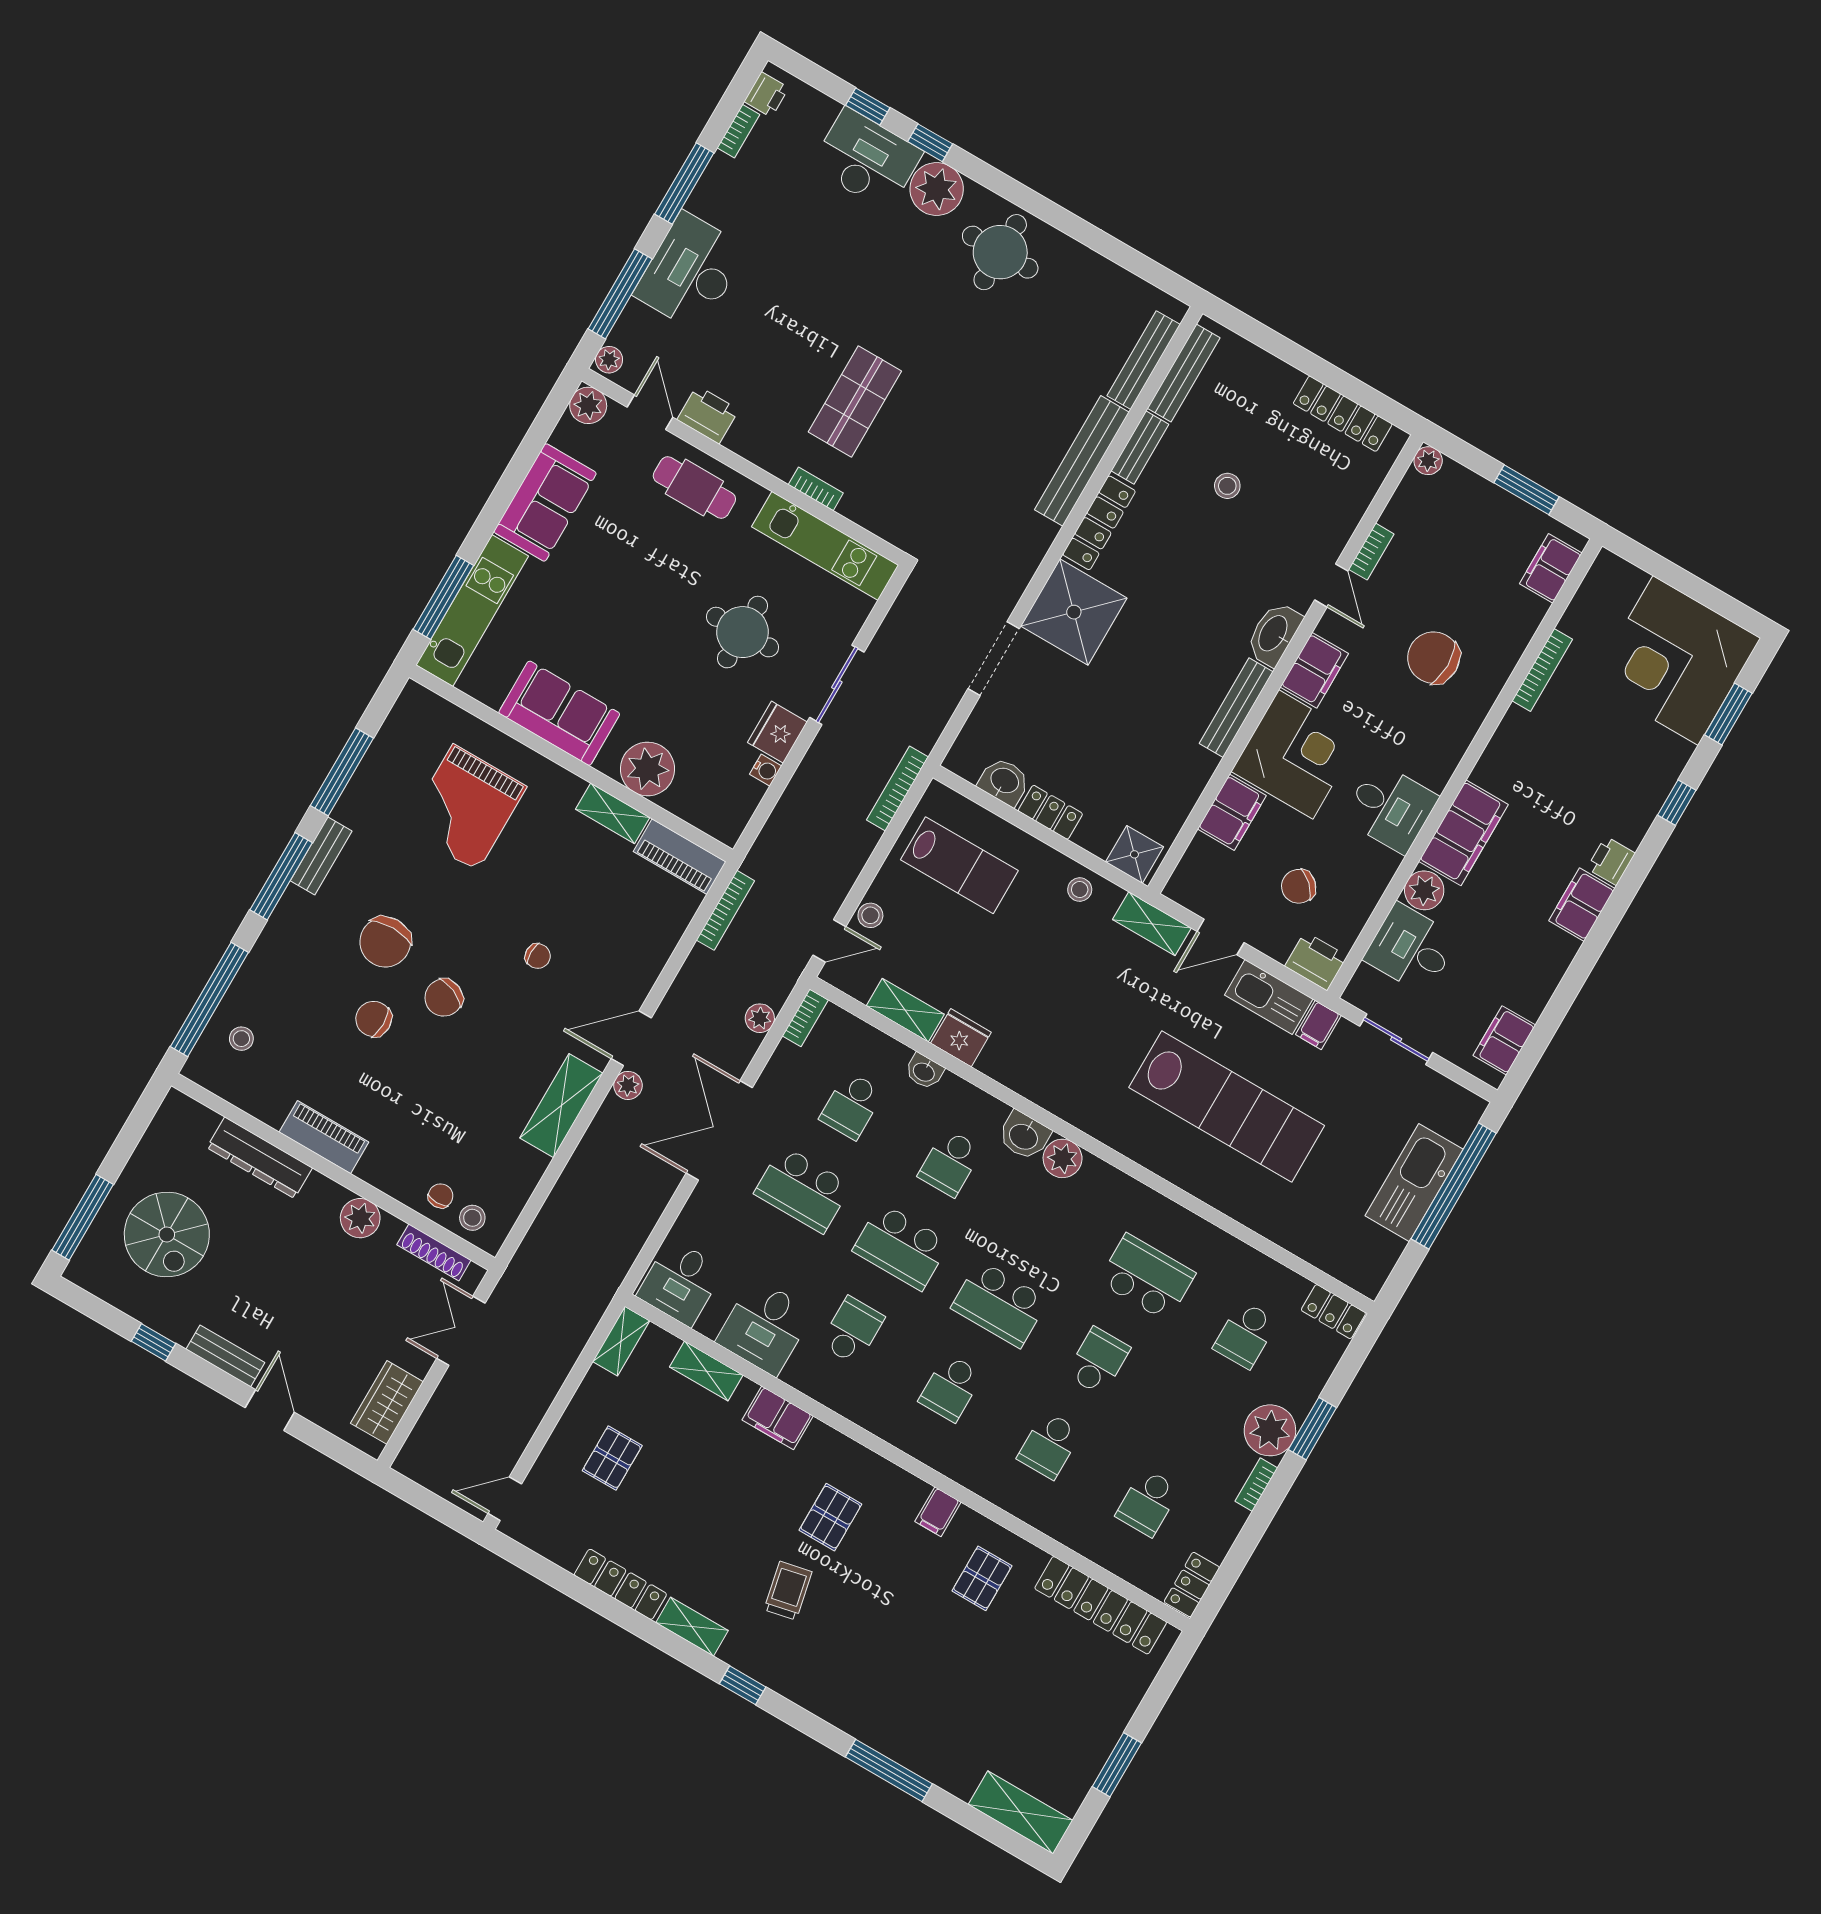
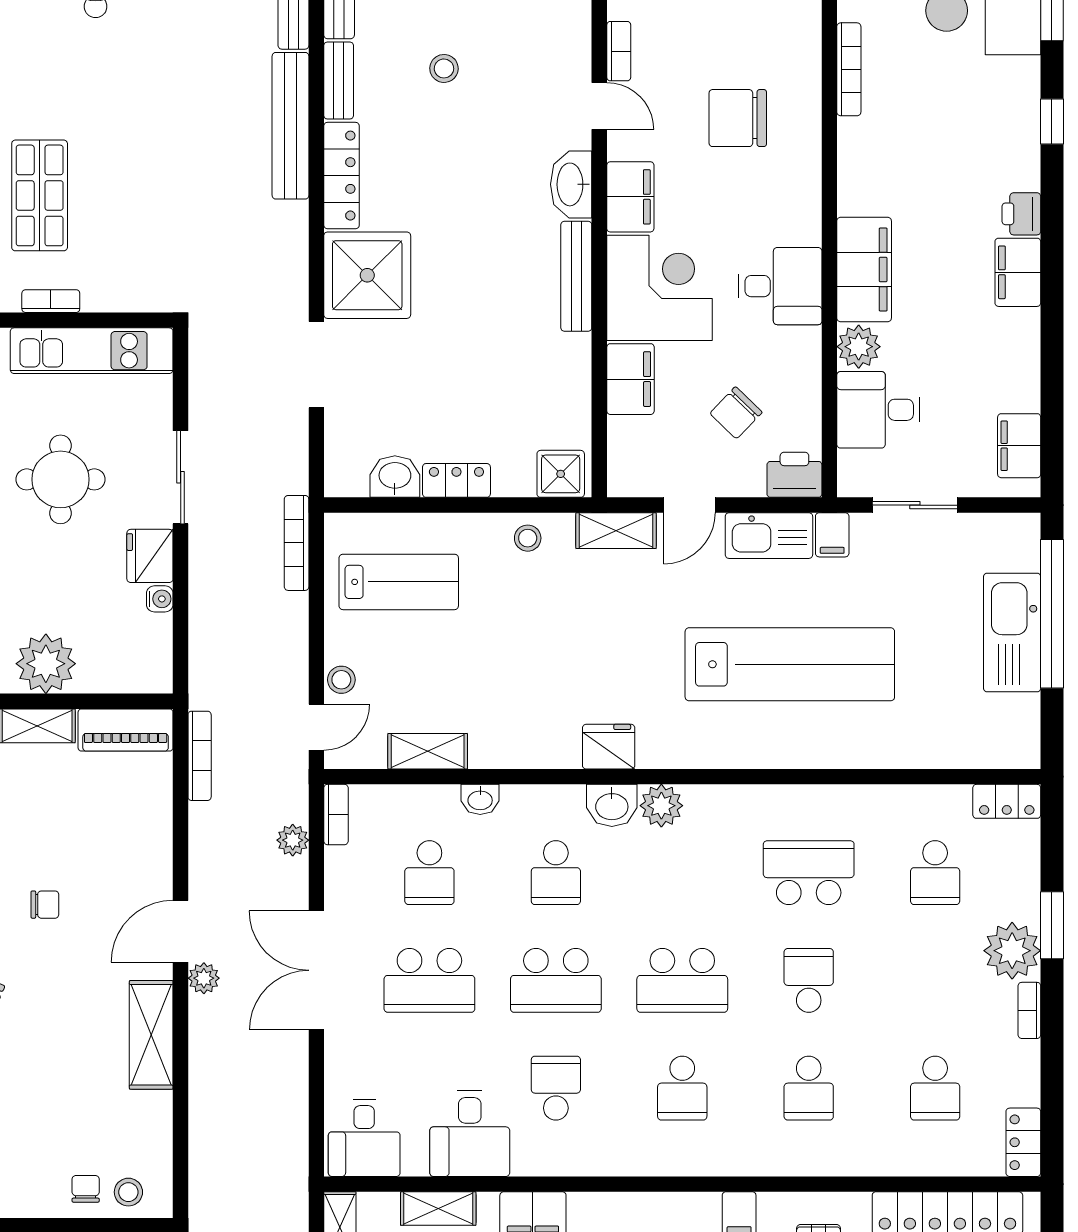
fridge: (961, 1038) -> (609, 747), moved

